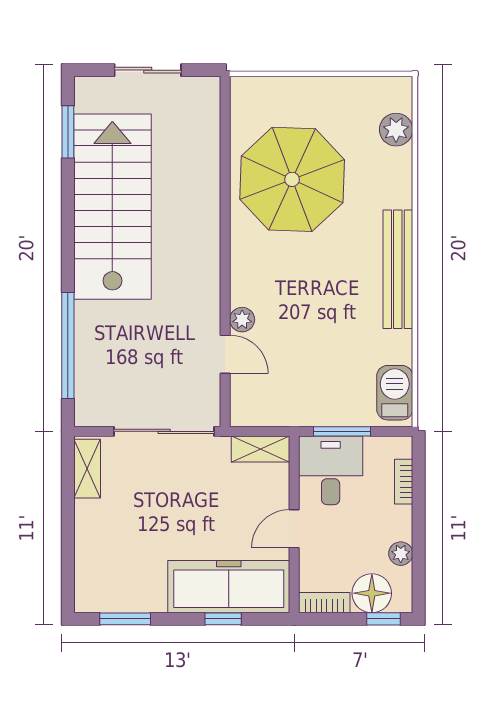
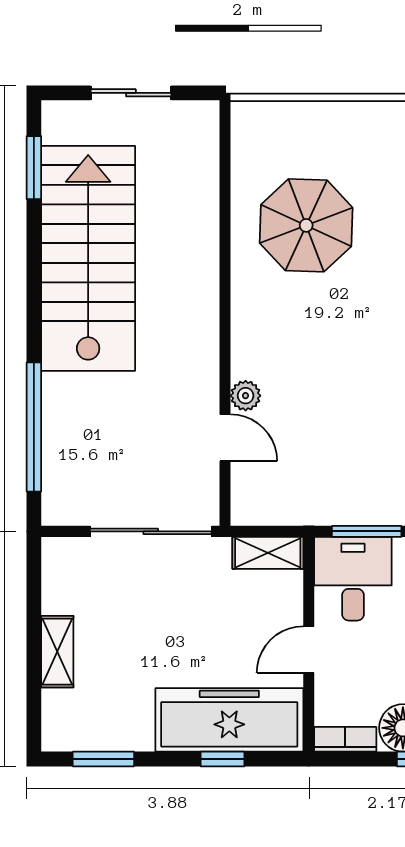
parasol: (292, 179) -> (306, 225), width x0.73, depth x0.73
shelving: (87, 469) -> (57, 652), moved

